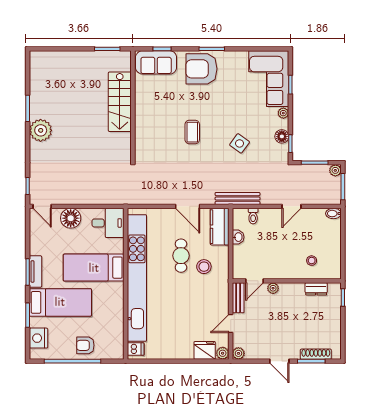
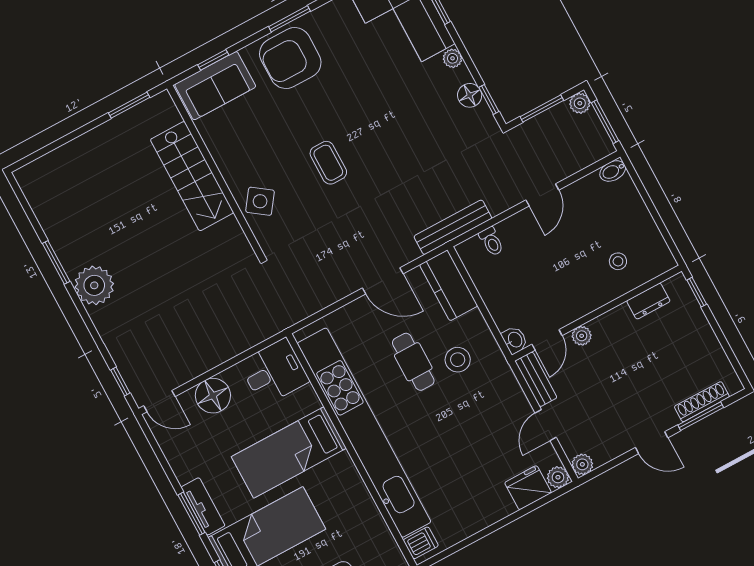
side table: (240, 143) -> (260, 201), moved
washbasin: (238, 237) -> (515, 340), moved

